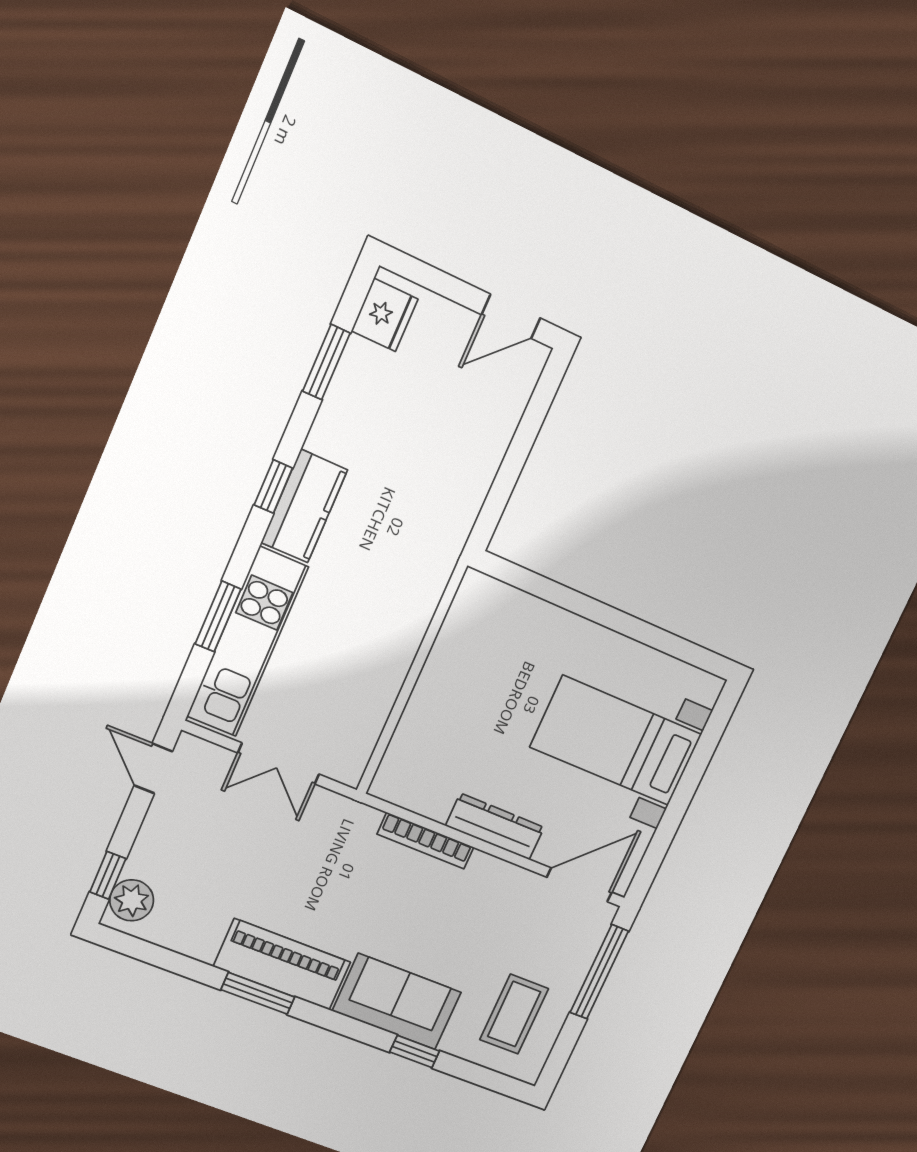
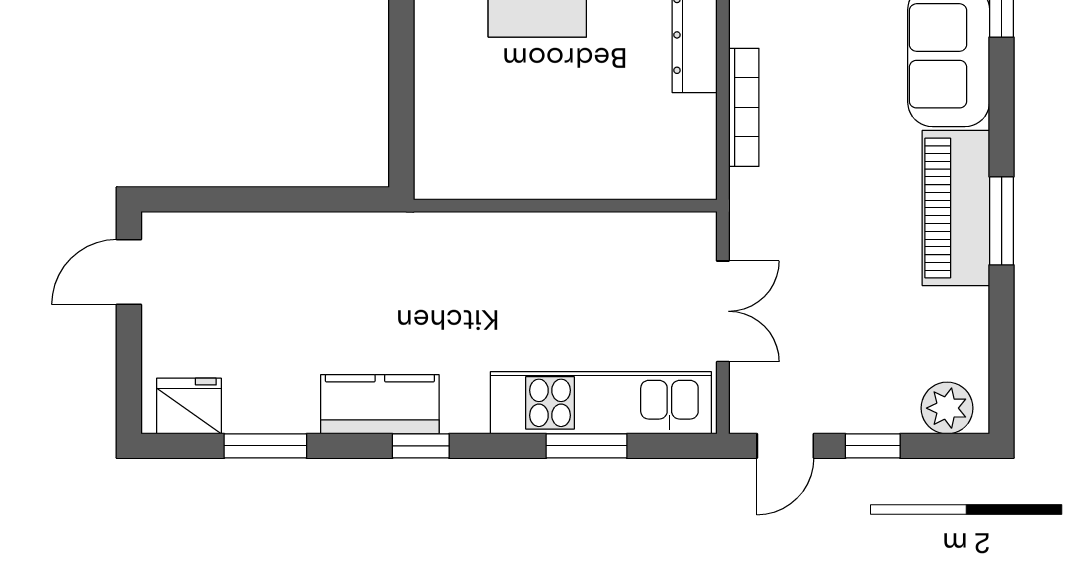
door: (511, 316) -> (129, 272), swing flipped
kitchen counter: (304, 506) -> (380, 404), moved
window: (108, 875) -> (873, 446), moved

